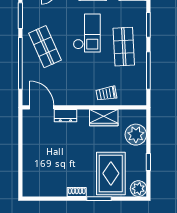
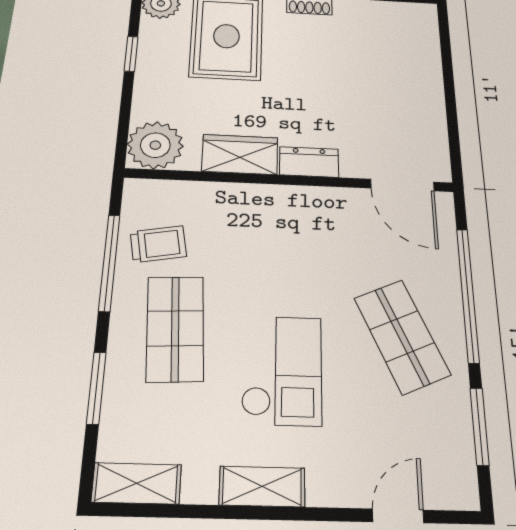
checkout: (87, 33) -> (282, 370), turned 180
trolley: (106, 93) -> (158, 244), moved
dresser: (65, 116) -> (309, 162), moved
plant: (136, 135) -> (155, 145), moved

